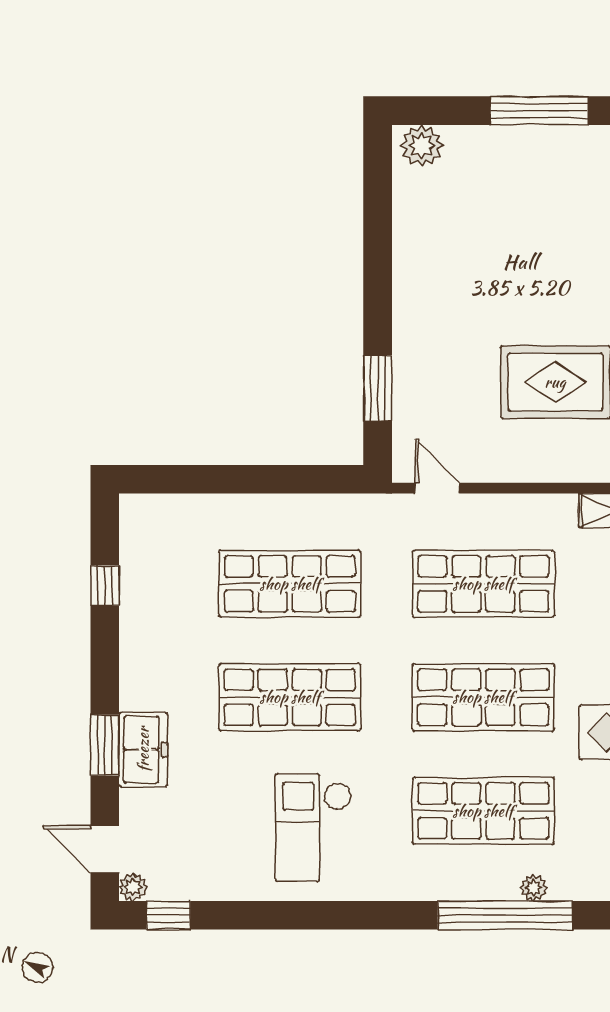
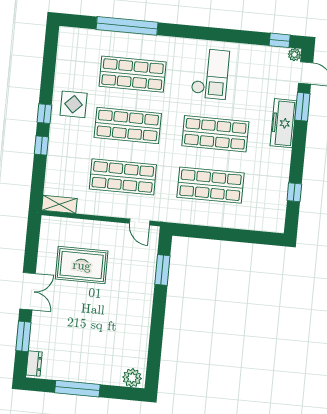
window: (105, 745) -> (302, 107), moved
freezer: (143, 749) -> (283, 123), width x1.40
plant: (533, 888) -> (113, 37), removed

